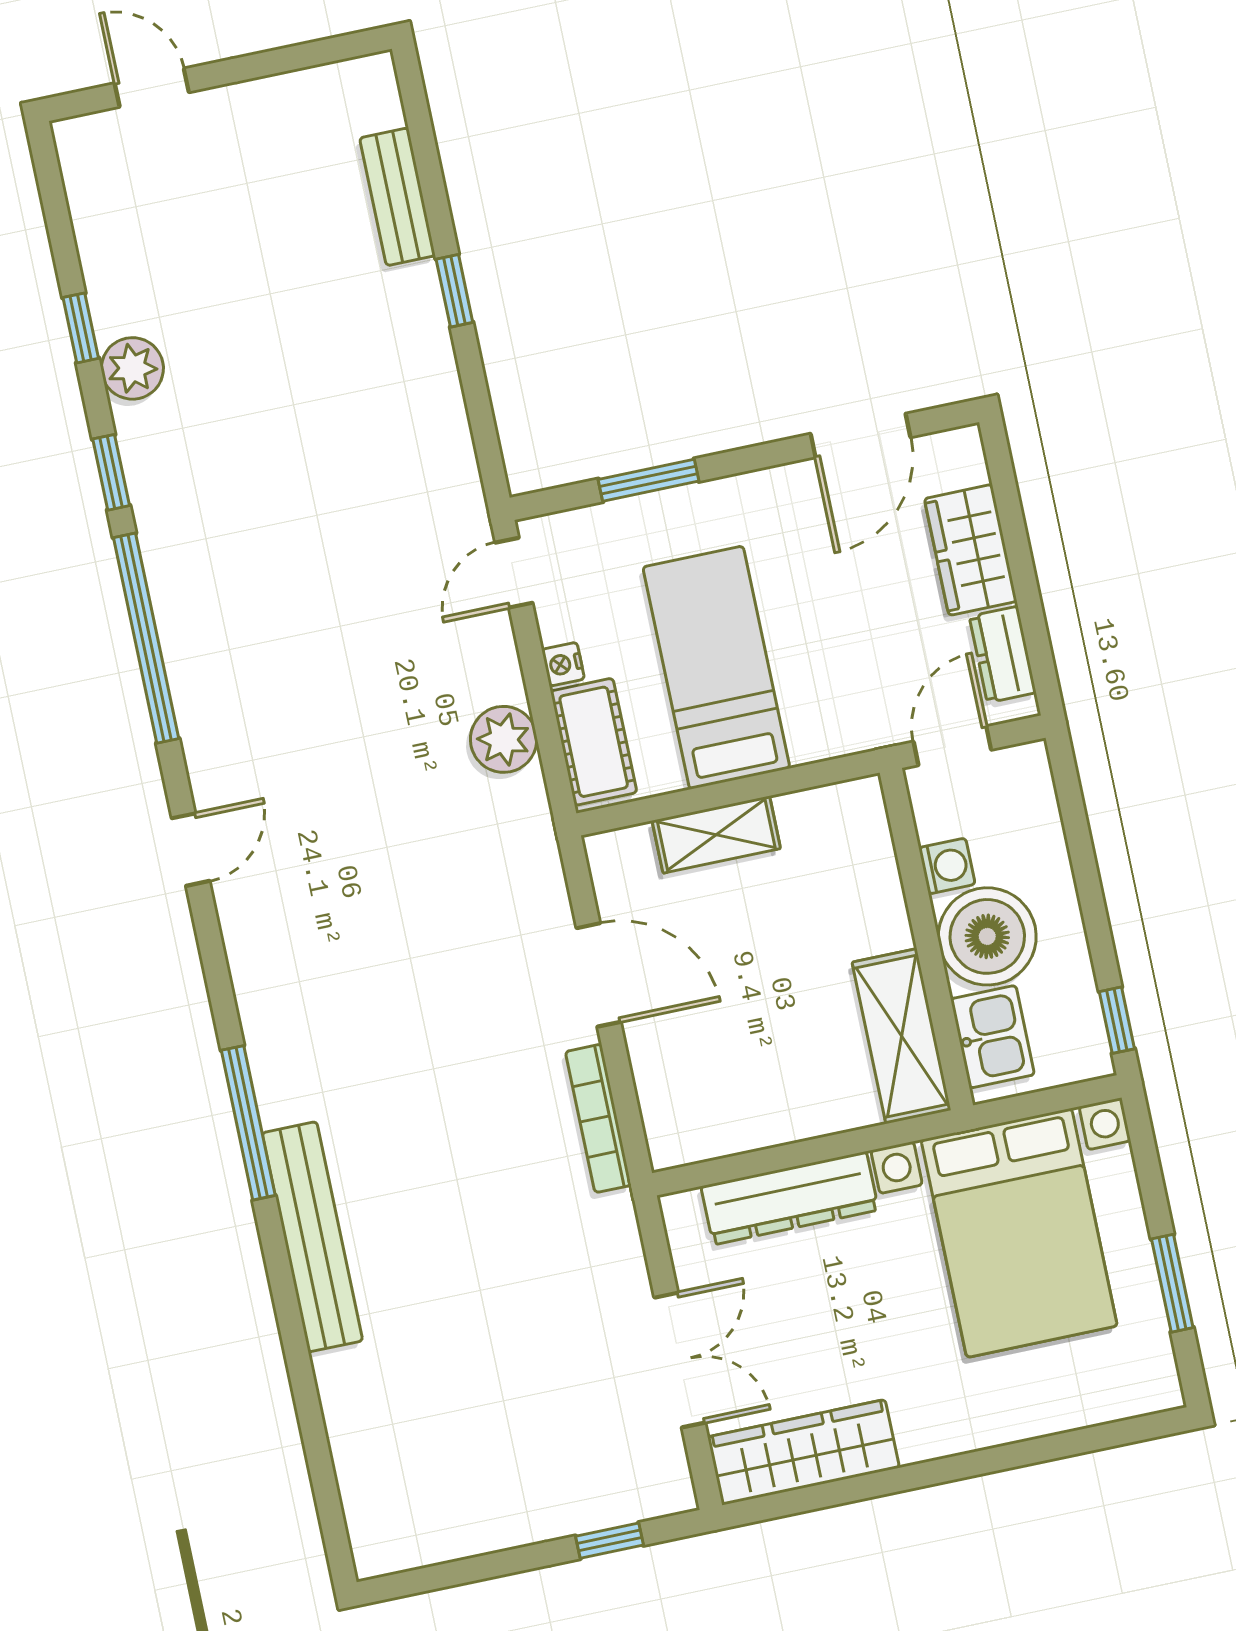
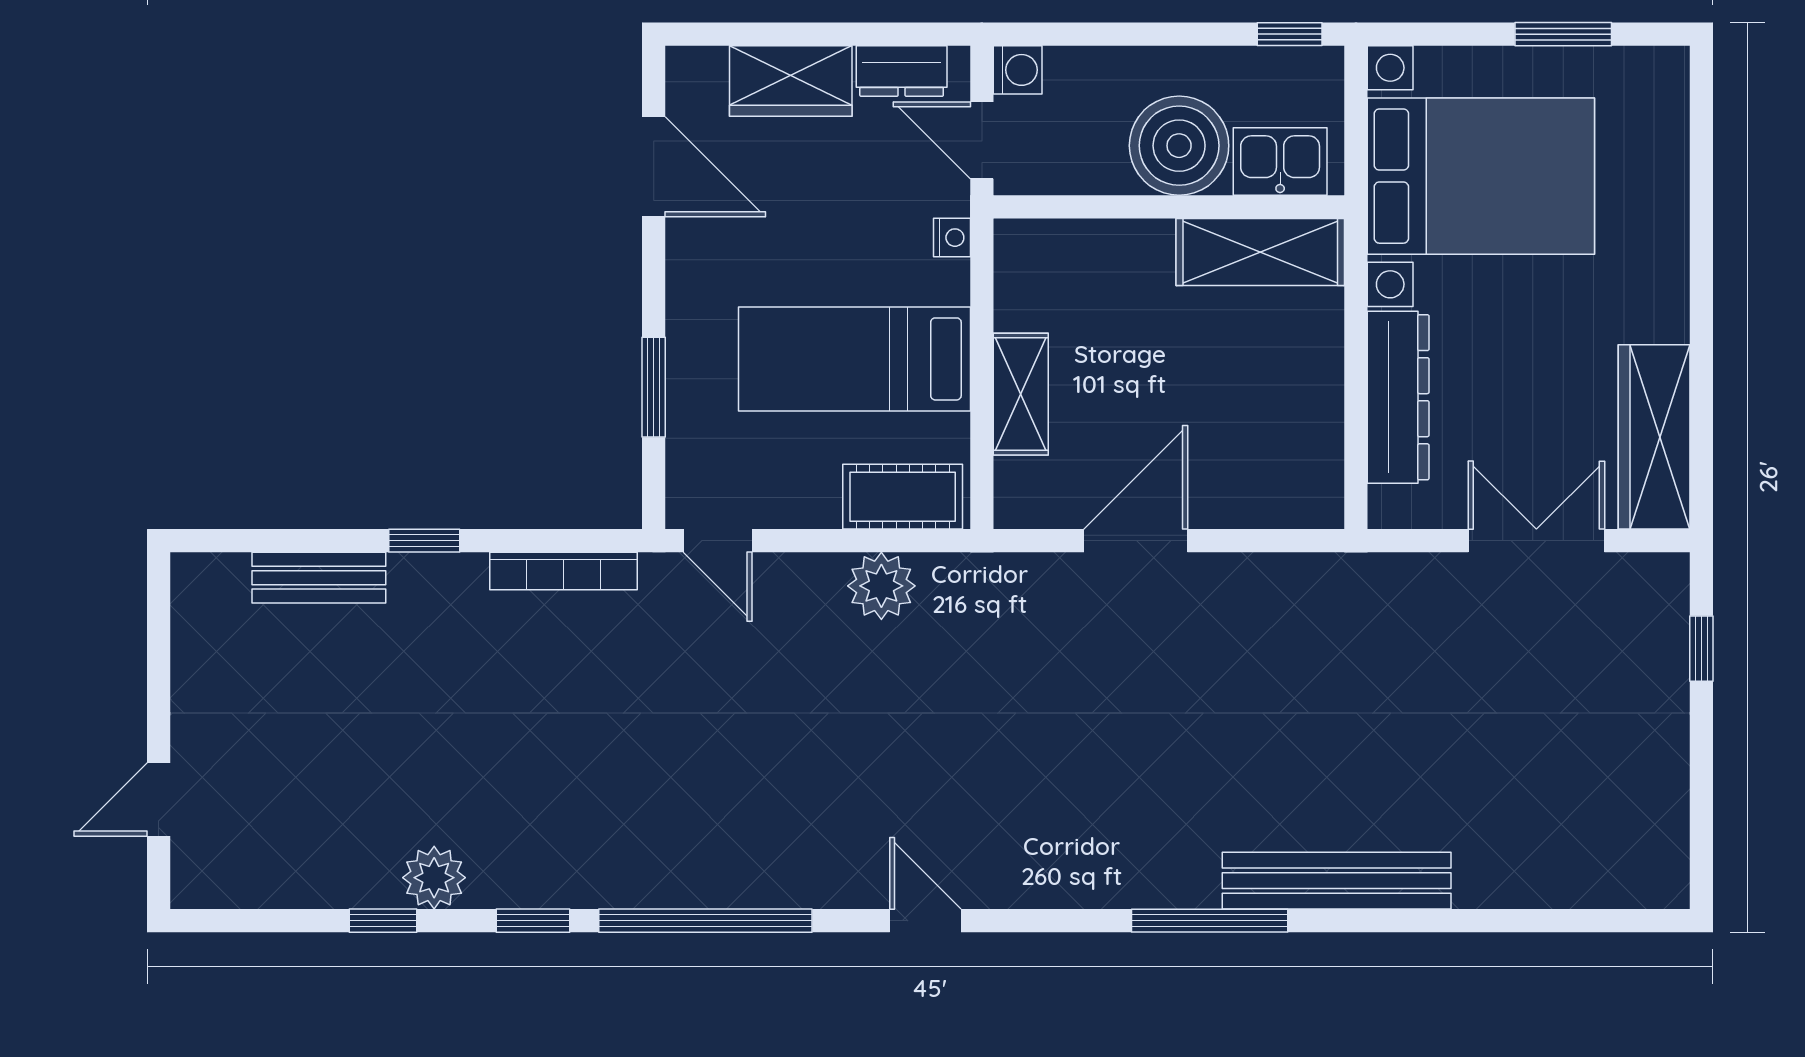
nightstand: (563, 664) -> (952, 238), moved, turned -90
washing machine: (947, 866) -> (1018, 70), moved, turned 90
bookcase: (598, 1118) -> (563, 571), moved

